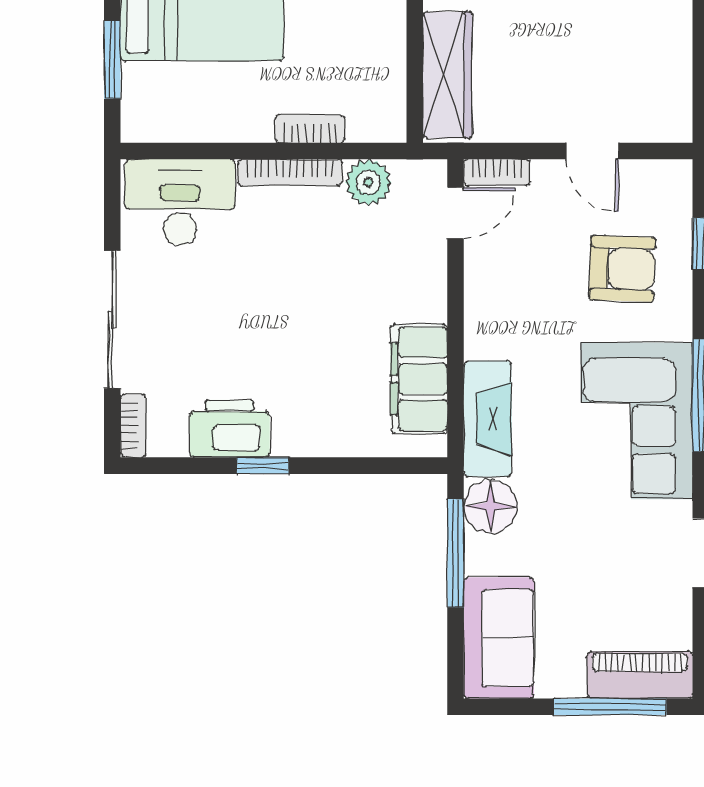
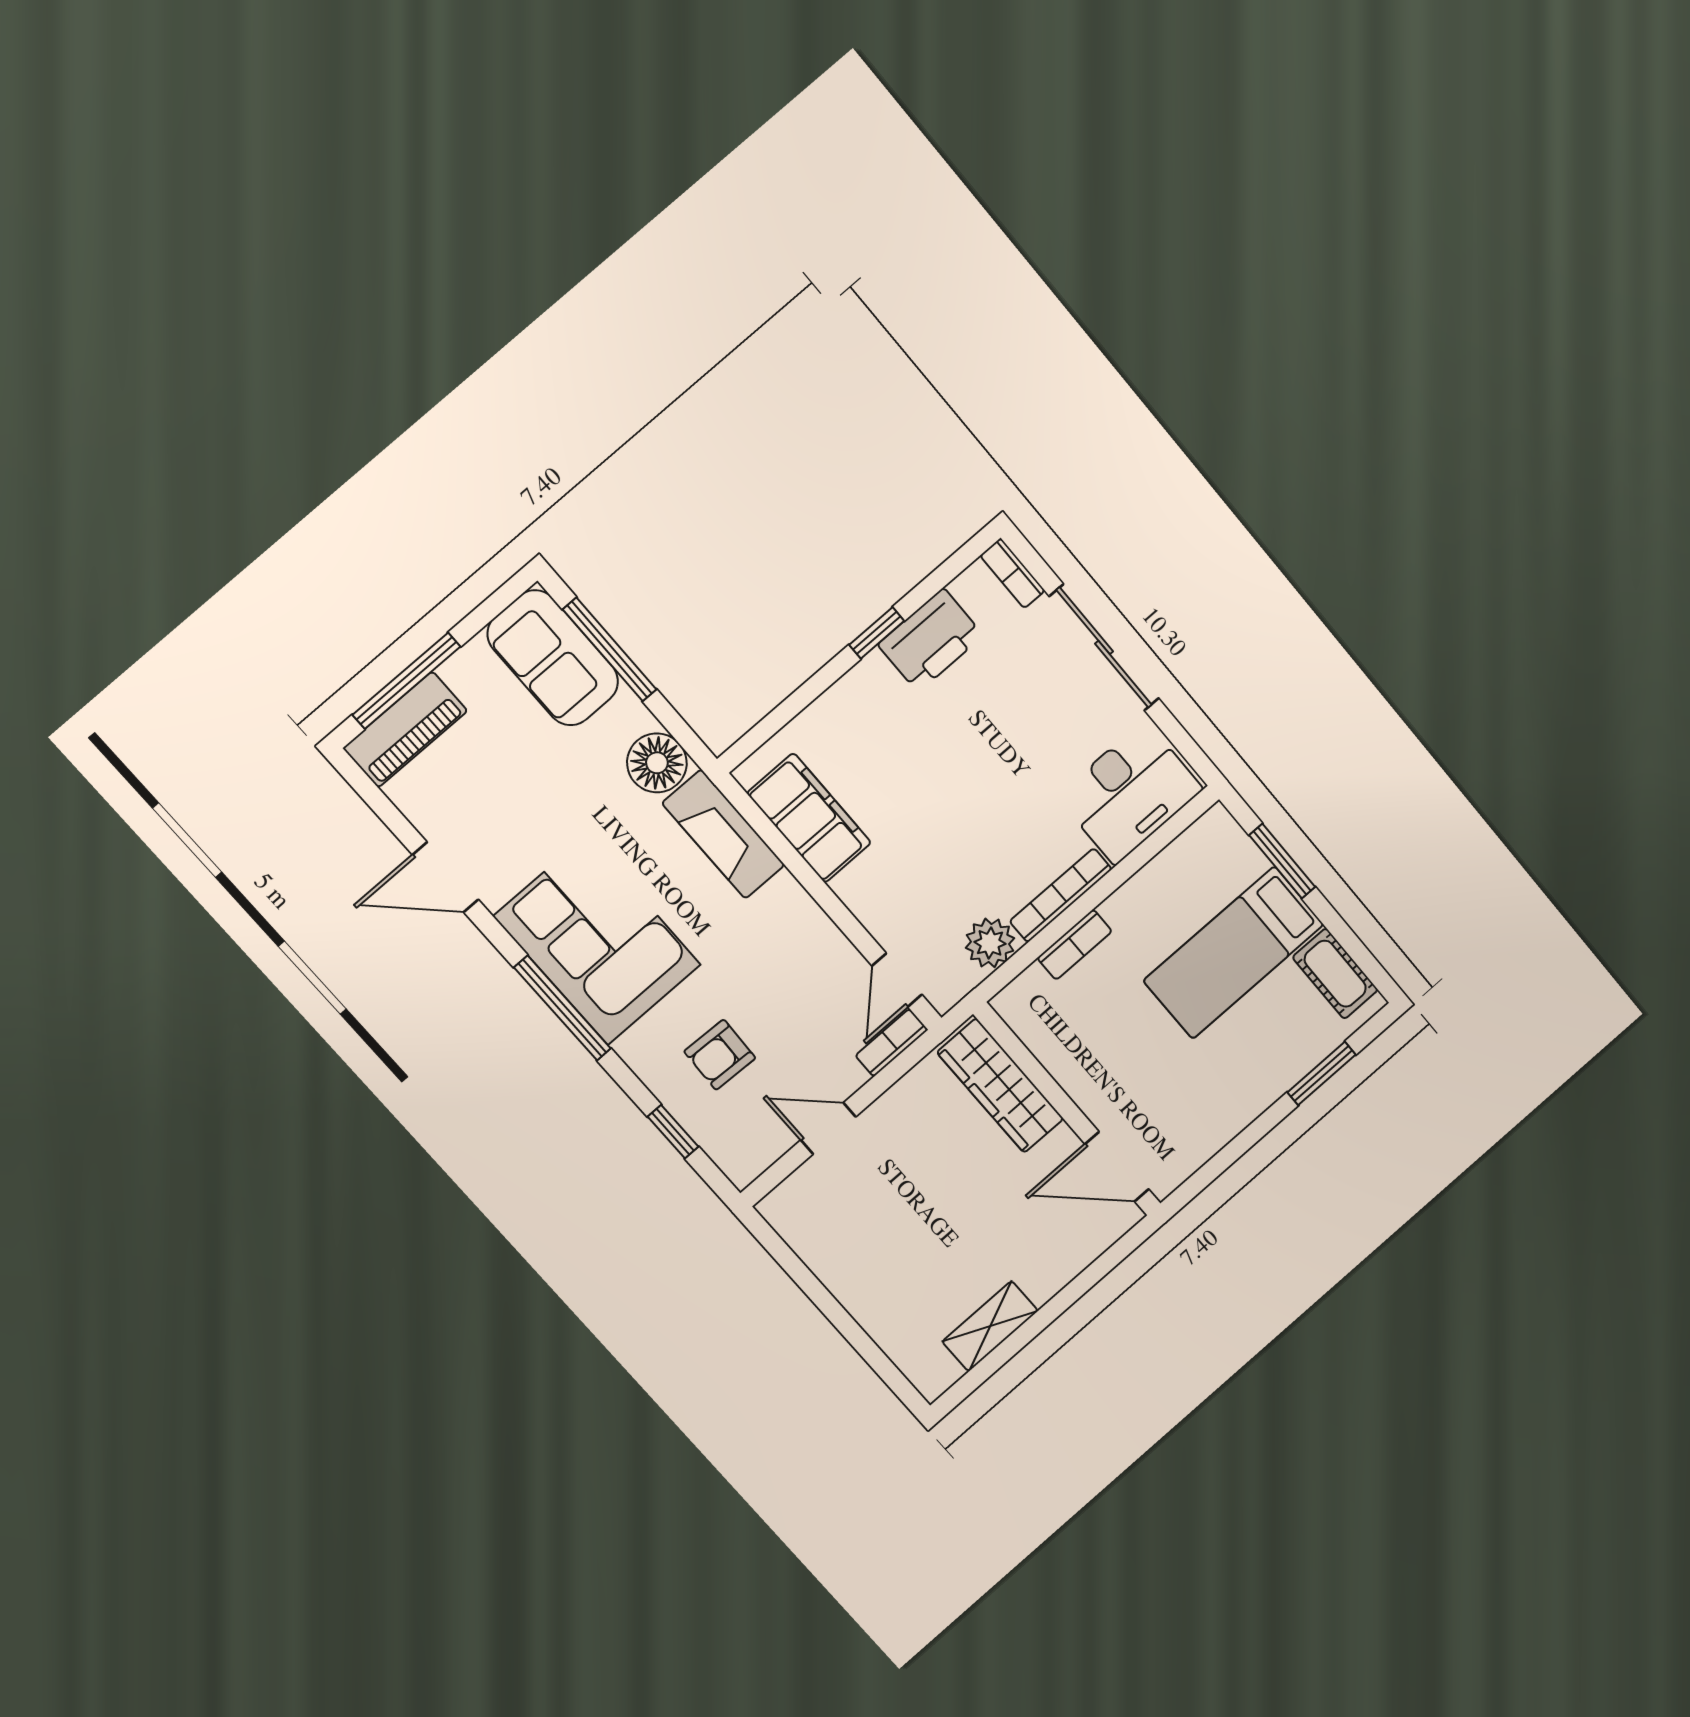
armchair: (622, 269) -> (720, 1055), width x0.72, depth x0.72
window: (456, 553) -> (610, 650), moved

